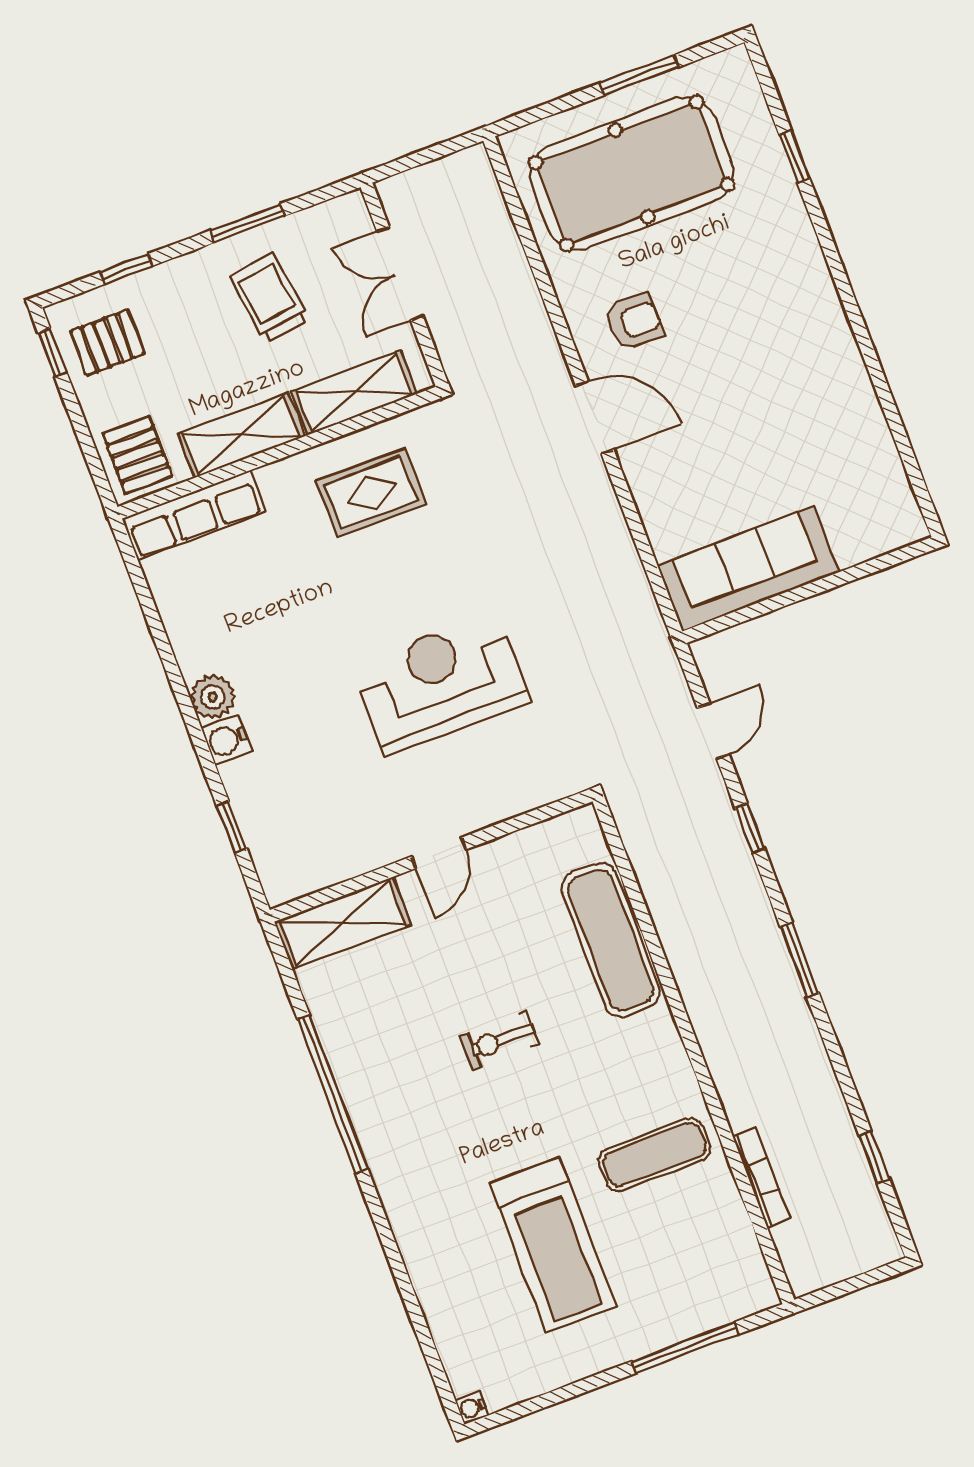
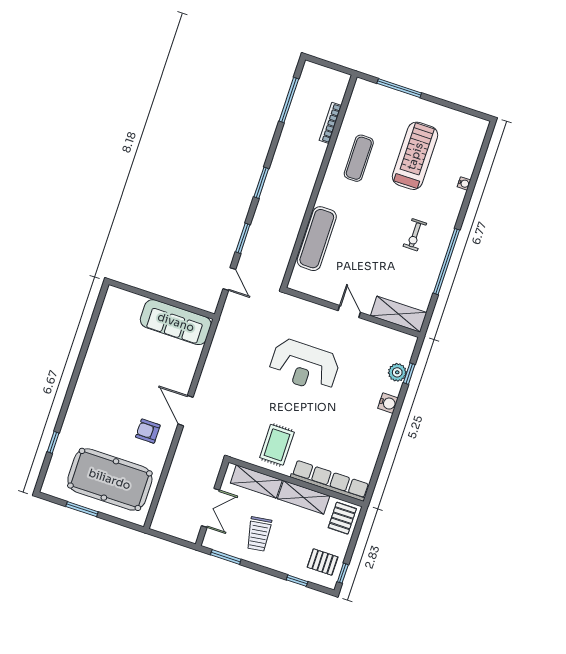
window: (247, 223) -> (226, 557), moved
rug: (371, 493) -> (277, 445), turned 90
row of seats: (194, 515) -> (330, 481), width x1.36
plant: (213, 697) -> (397, 372), moved
door: (713, 731) -> (229, 279), swing flipped
window: (750, 828) -> (243, 238), width x1.50
door: (439, 853) -> (349, 311), hinge flipped
exercise bike: (500, 1040) -> (415, 235), moved, turned 90
exercise mat: (654, 1155) -> (359, 158), turned 90
window: (874, 1157) -> (289, 100), width x2.17
water cooler: (472, 1408) -> (464, 183), moved

